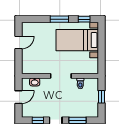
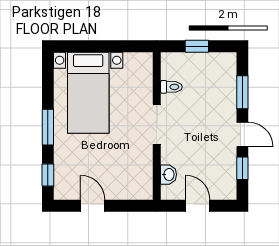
window: (84, 19) -> (48, 175), moved

